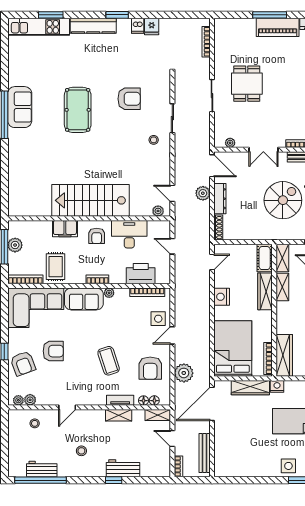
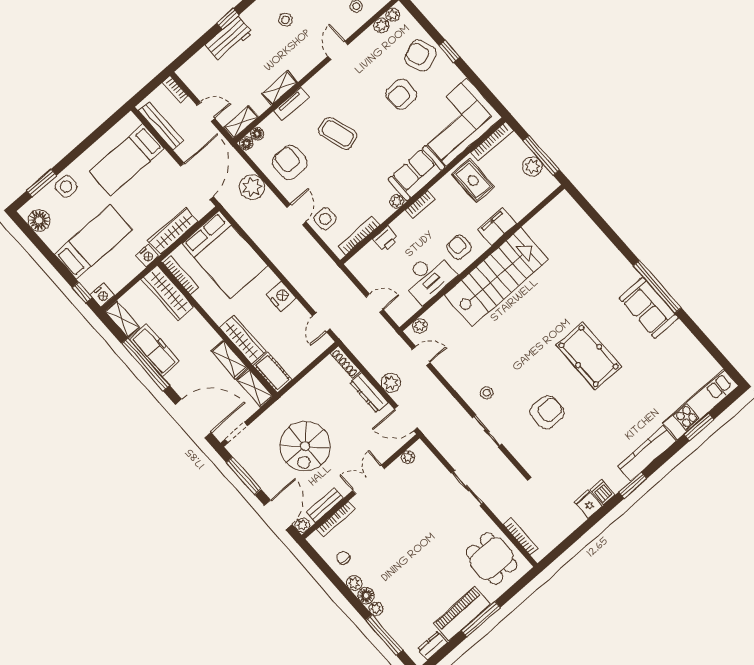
dining table: (247, 84) -> (491, 559), moved
armchair: (129, 99) -> (547, 412), turned 180
printer: (141, 274) -> (386, 239), width x0.53, depth x0.68
floor lamp: (144, 401) -> (246, 143), moved
bed: (241, 451) -> (127, 160), added

